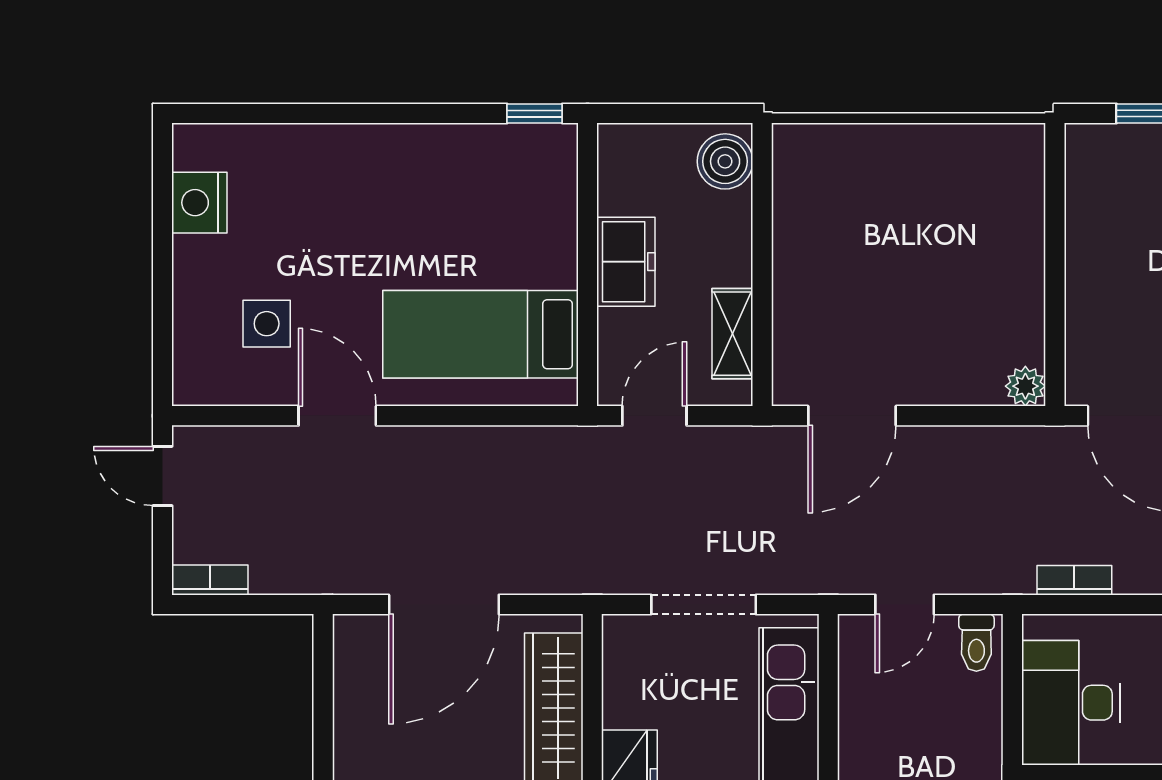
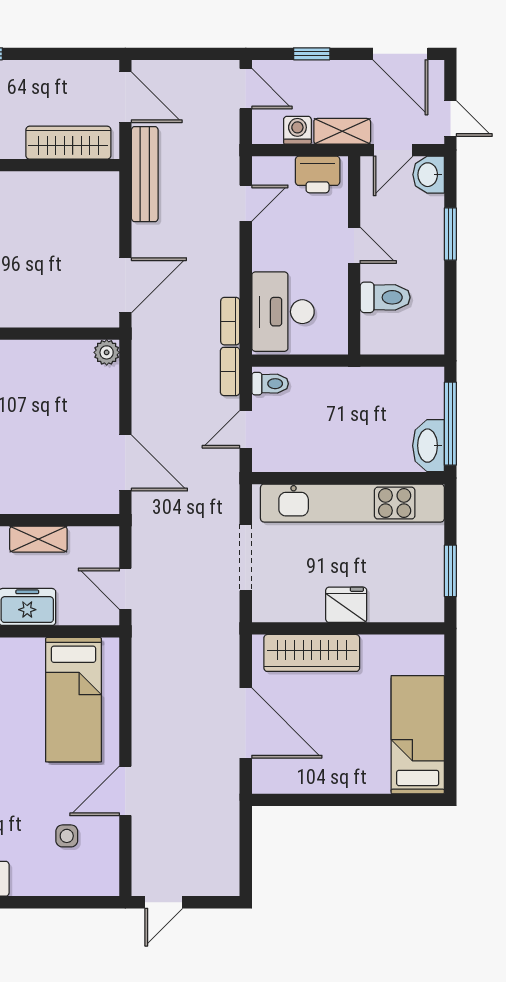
side table: (267, 324) -> (67, 836), width x0.73, depth x0.73
shelving: (732, 334) -> (38, 539), moved
bookcase: (210, 580) -> (230, 371), moved
door: (905, 605) -> (246, 429), swing flipped
desk: (1071, 703) -> (283, 312), moved, turned 90

